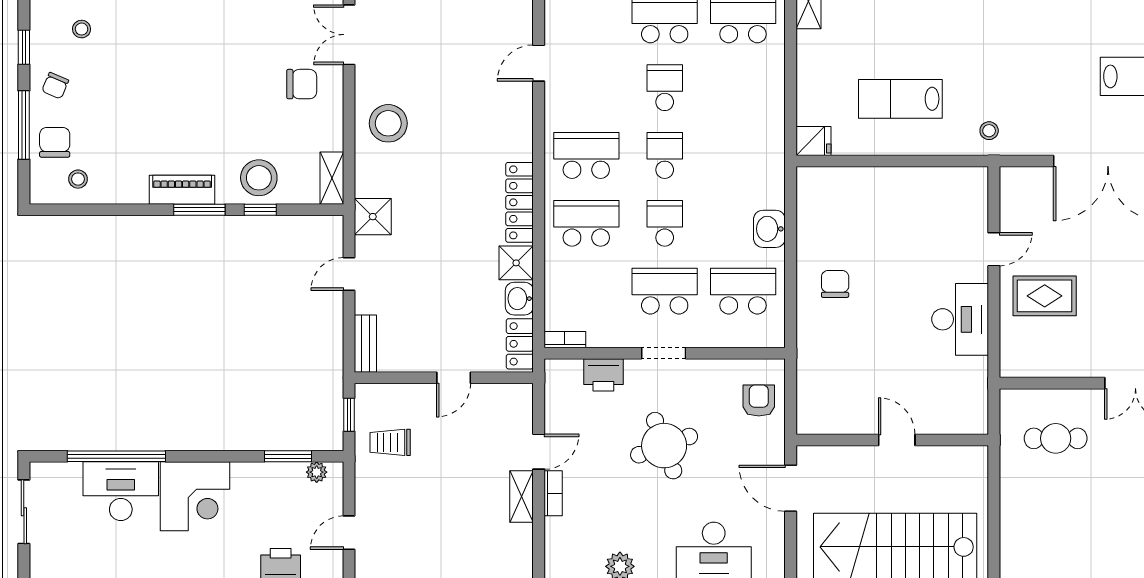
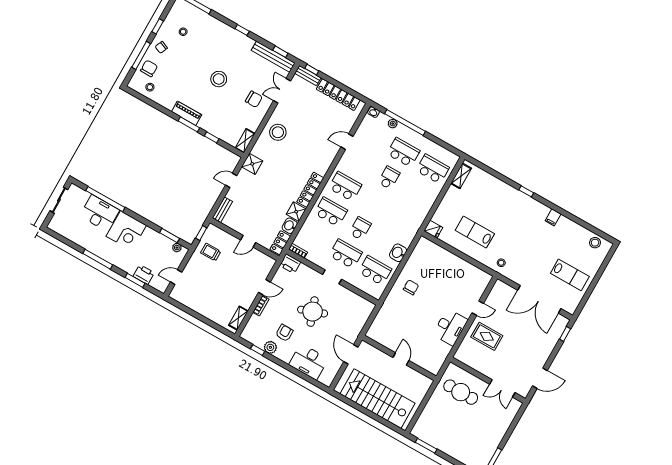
school desk: (665, 156) -> (374, 203), removed
stool: (259, 178) -> (219, 79), moved
printer: (603, 375) -> (290, 264), moved
armchair: (759, 401) -> (284, 333), moved
cafe table: (1056, 438) -> (461, 392), width x1.37, depth x1.35
shelving: (522, 497) -> (238, 318), moved

